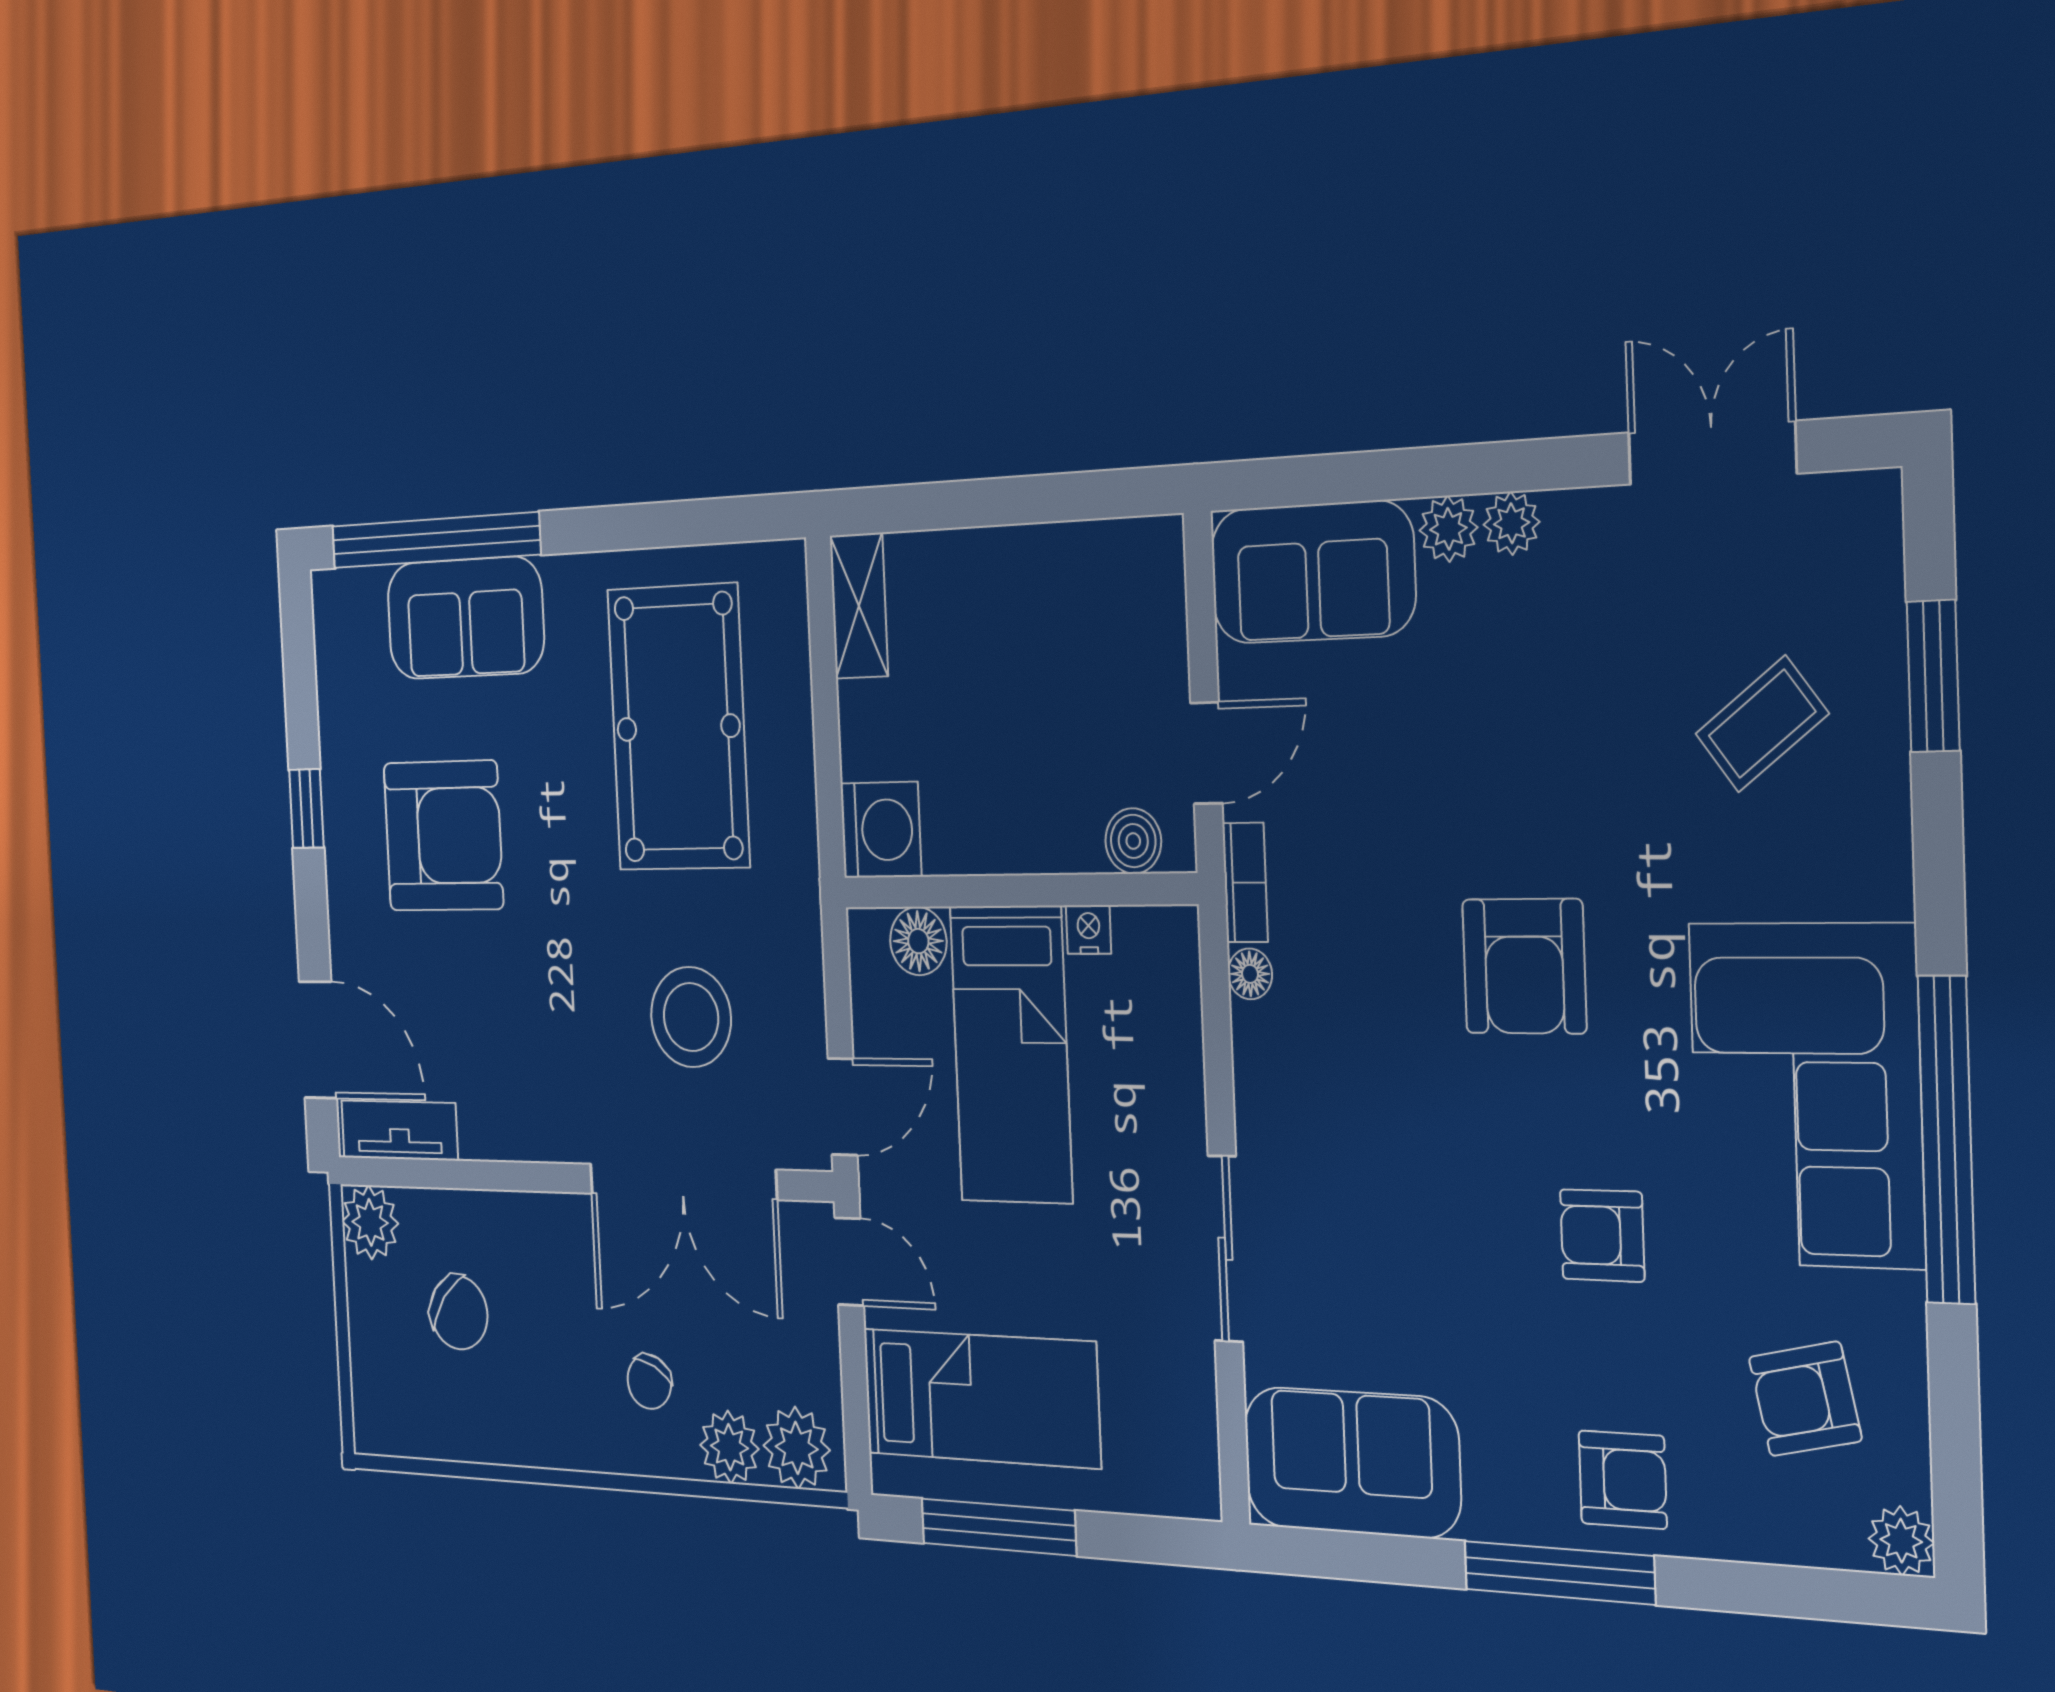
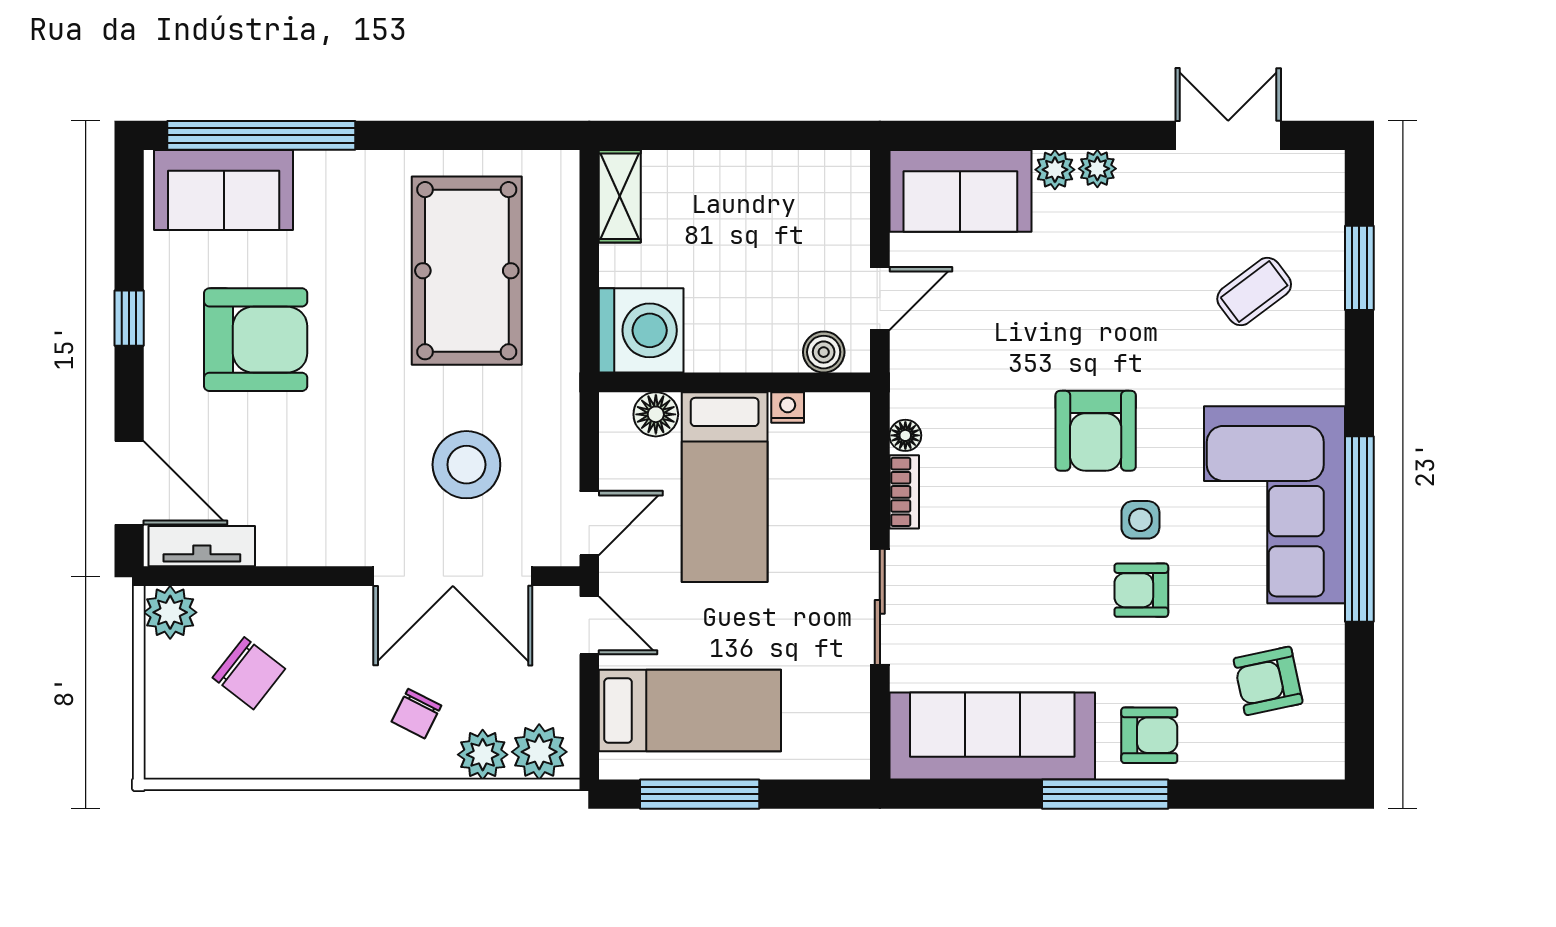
sofa: (465, 618) -> (224, 190), moved
washing machine: (881, 830) -> (641, 330), width x1.37, depth x1.37
bookcase: (1245, 883) -> (904, 492), moved
side table: (1597, 1117) -> (1140, 520), added
sofa: (1352, 1462) -> (992, 736), width x1.36
plant: (1901, 1541) -> (1325, 759), removed

